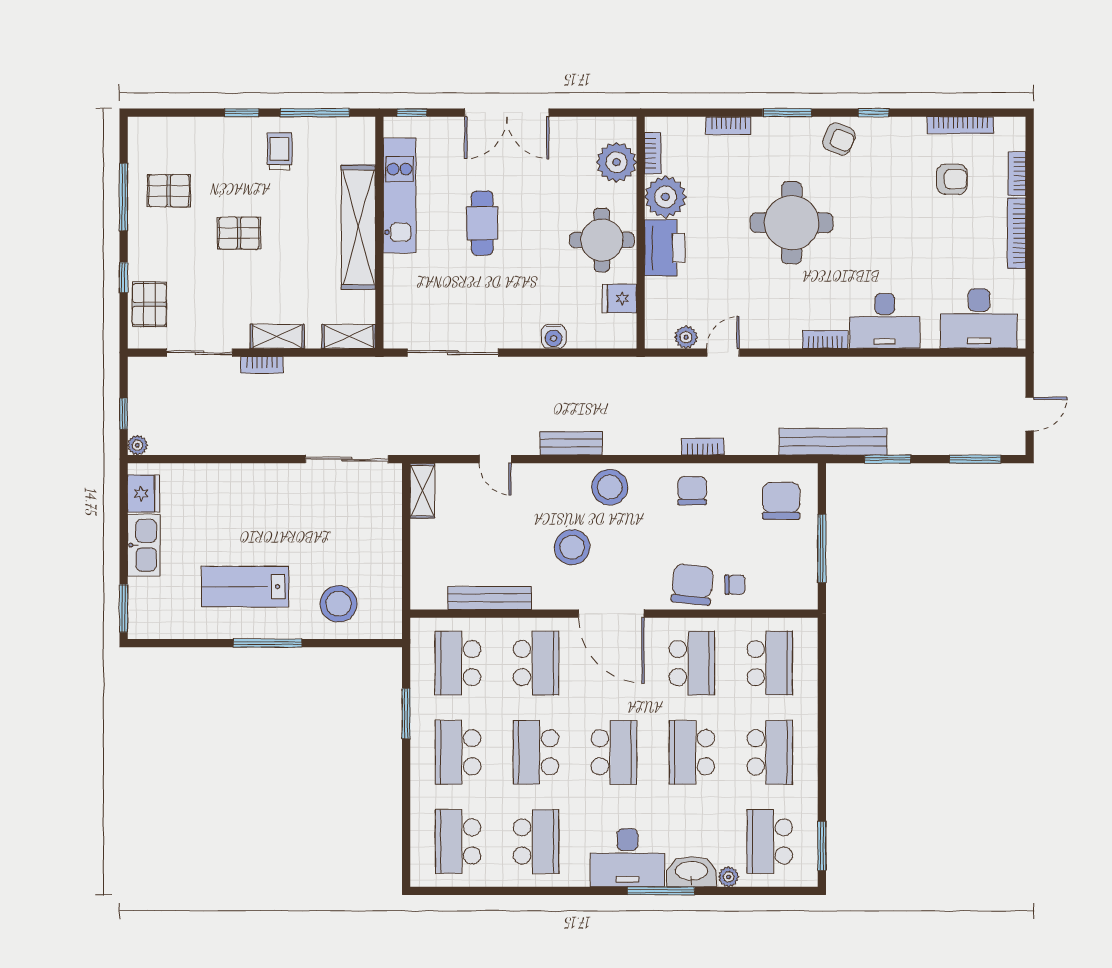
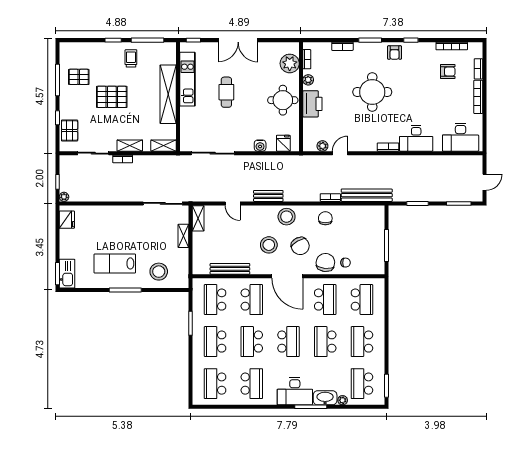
armchair: (839, 139) -> (395, 53), turned 67
plant: (665, 197) -> (308, 80), width x0.53, depth x0.53
pallet: (239, 233) -> (112, 97), width x1.50, depth x1.42
fridge: (619, 298) -> (283, 143), moved, turned 90
bench: (833, 442) -> (367, 195), moved
chair: (781, 501) -> (300, 246), moved, turned 151
shelving: (391, 528) -> (183, 236), added
kitchen sink: (144, 545) -> (67, 274), moved
school desk: (770, 752) -> (362, 342), turned 180

